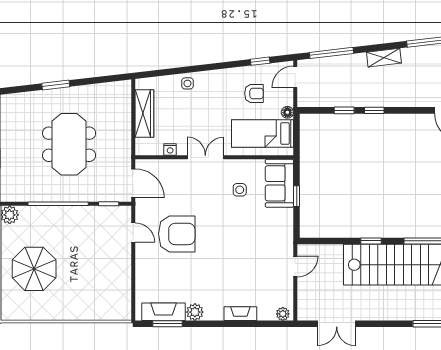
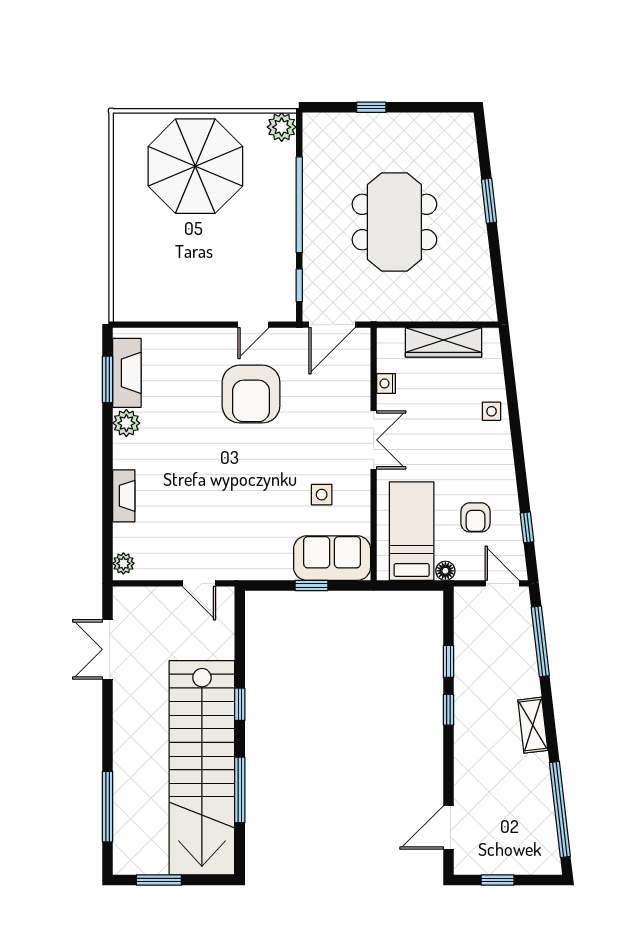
meeting table: (69, 144) -> (394, 222), turned 90
parasol: (34, 269) -> (195, 166), width x1.36, depth x1.36

